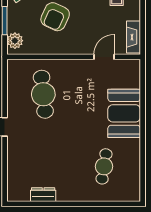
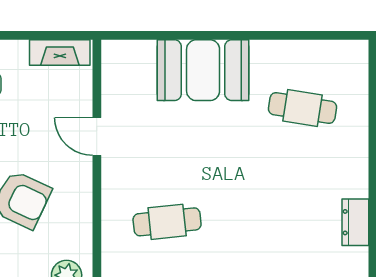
door: (104, 57) -> (97, 136), moved
cafe table: (43, 94) -> (167, 222), width x0.73, depth x0.74

